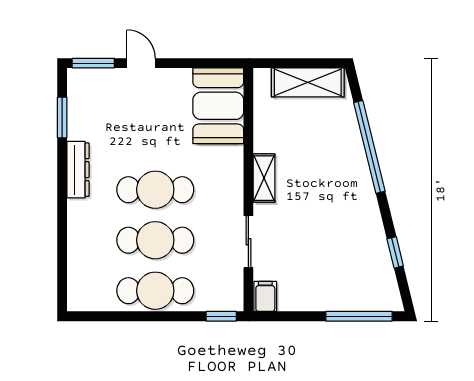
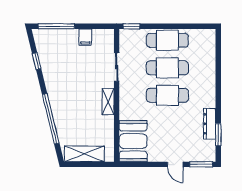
dresser: (78, 170) -> (210, 124), moved
filing cabinet: (265, 296) -> (85, 37), moved

